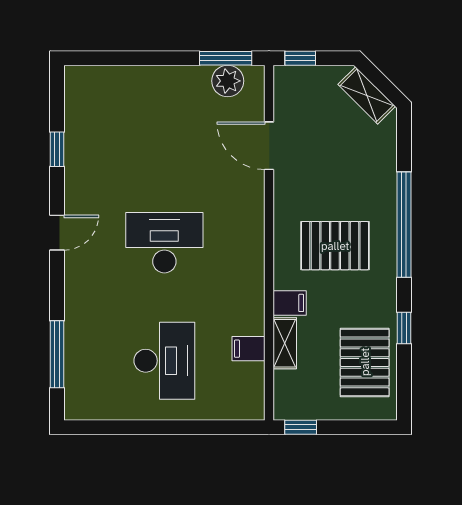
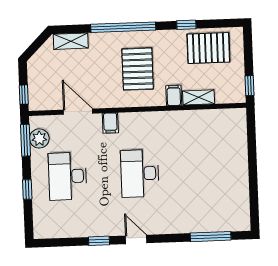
window: (145, 58) -> (27, 190), added
shelving: (367, 95) -> (71, 41), moved, turned 45
door: (269, 146) -> (78, 112), swing flipped
window: (57, 149) -> (99, 241), moved
filing cabinet: (248, 349) -> (110, 123), moved
desk: (164, 361) -> (68, 176), moved, turned -90

